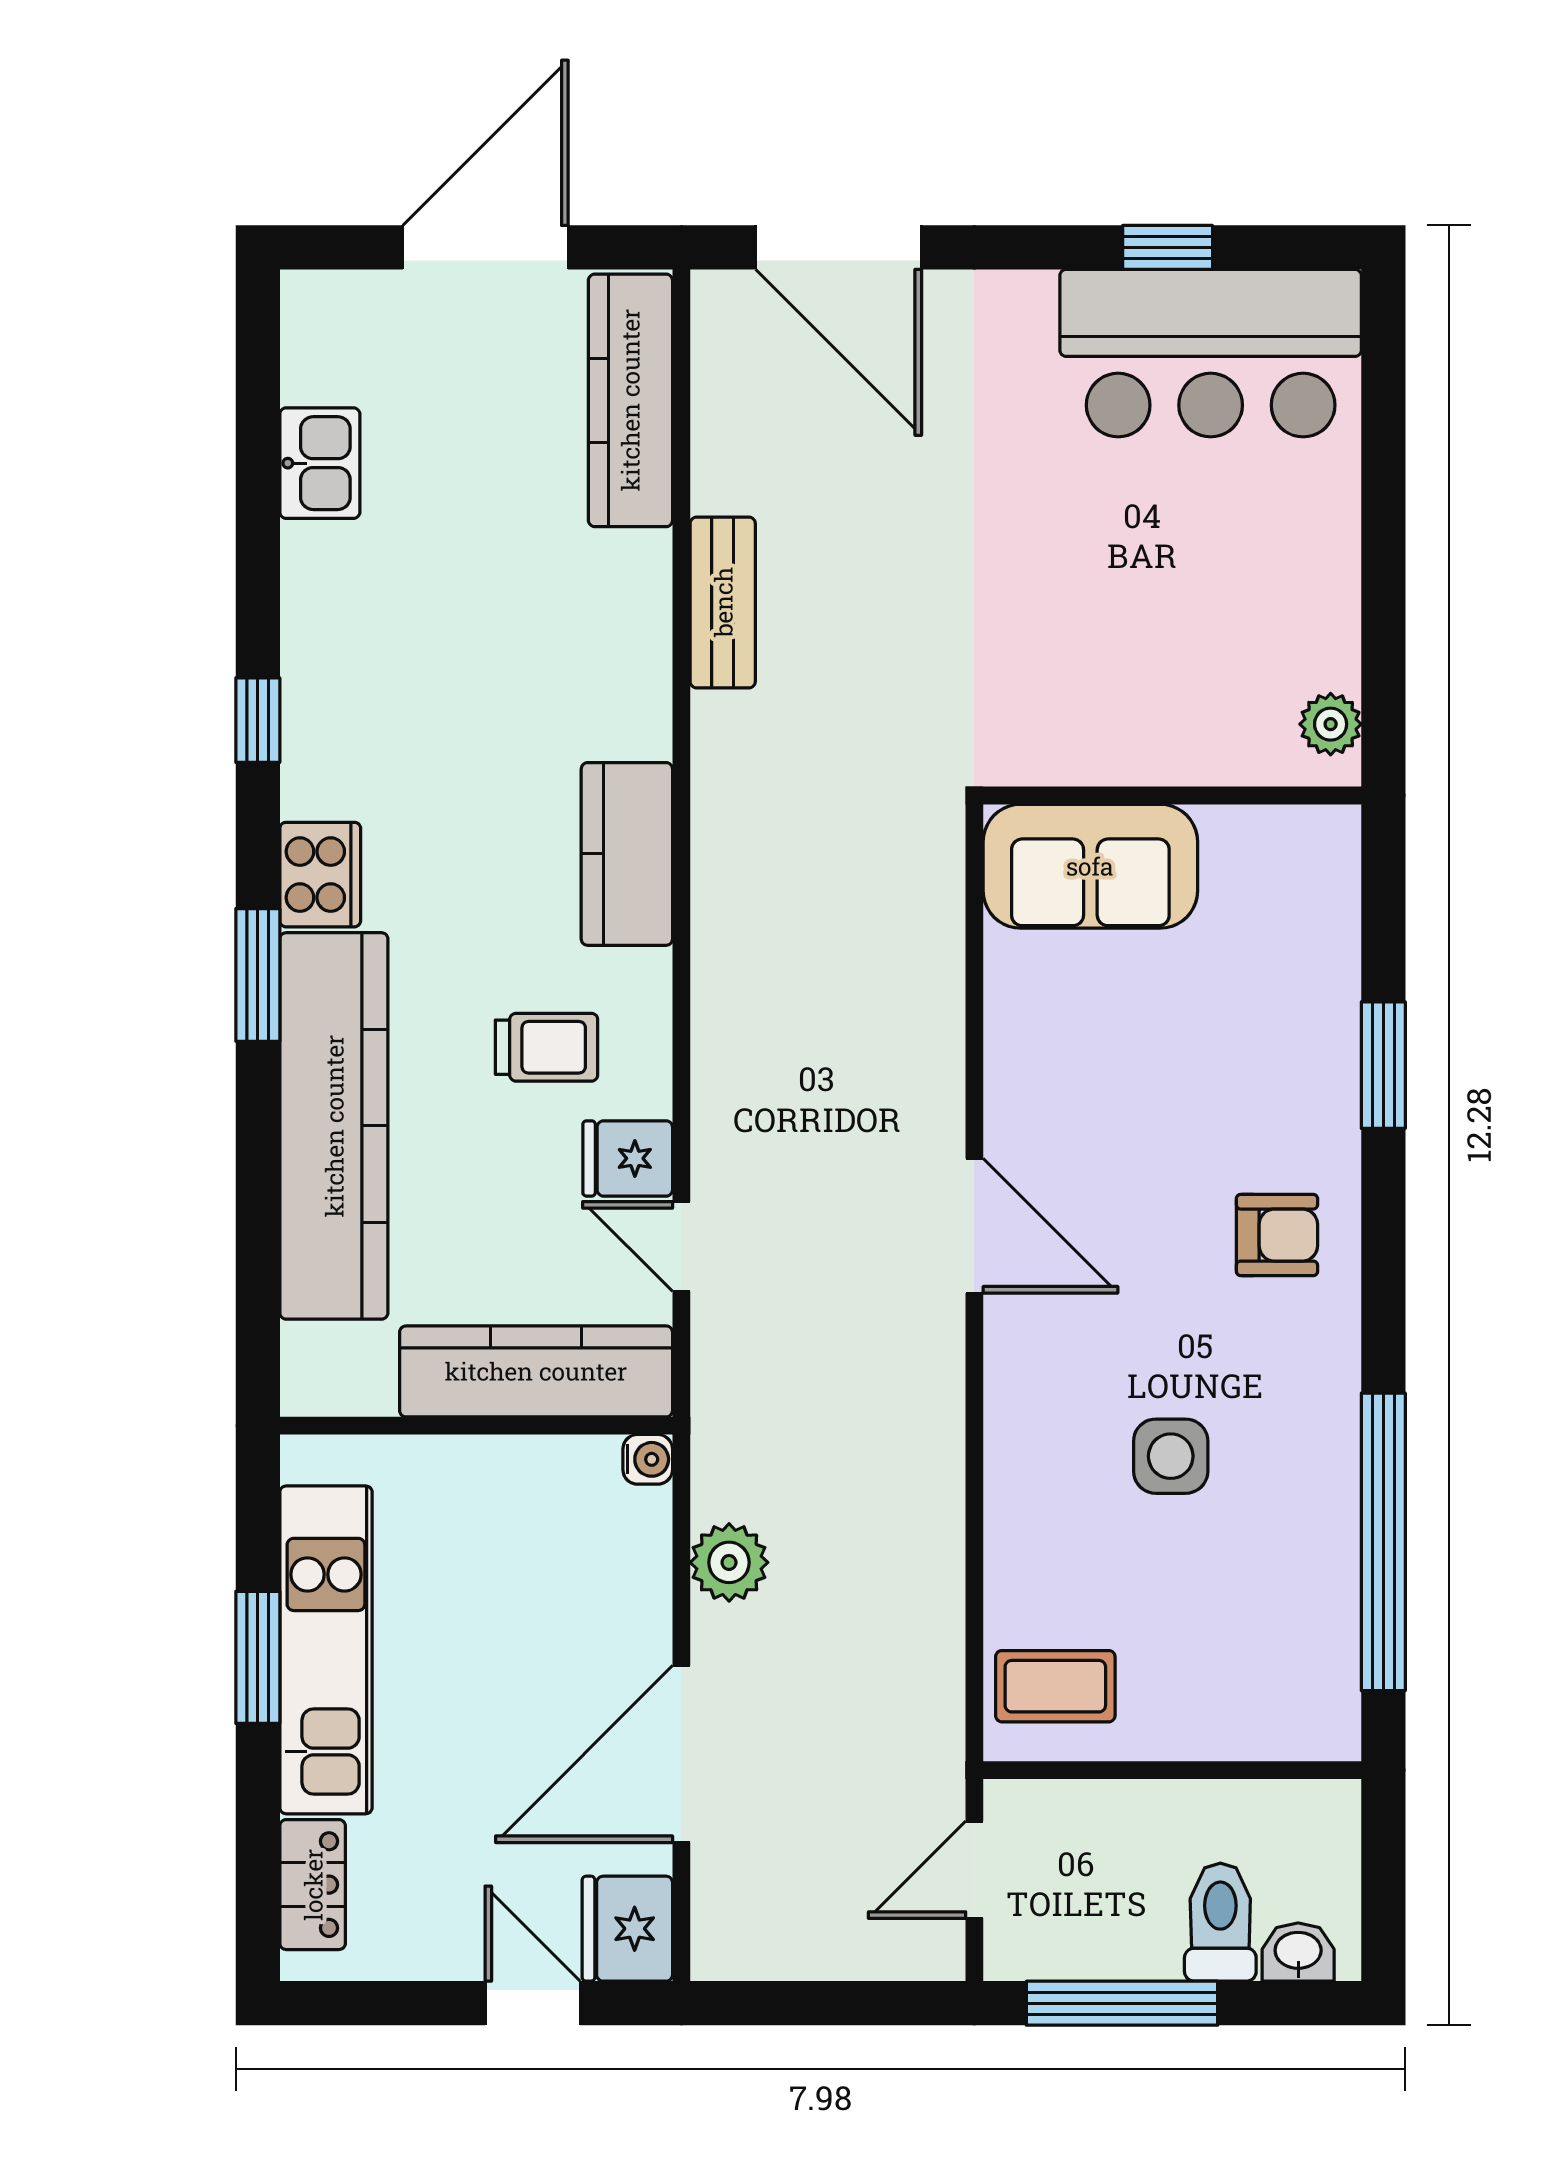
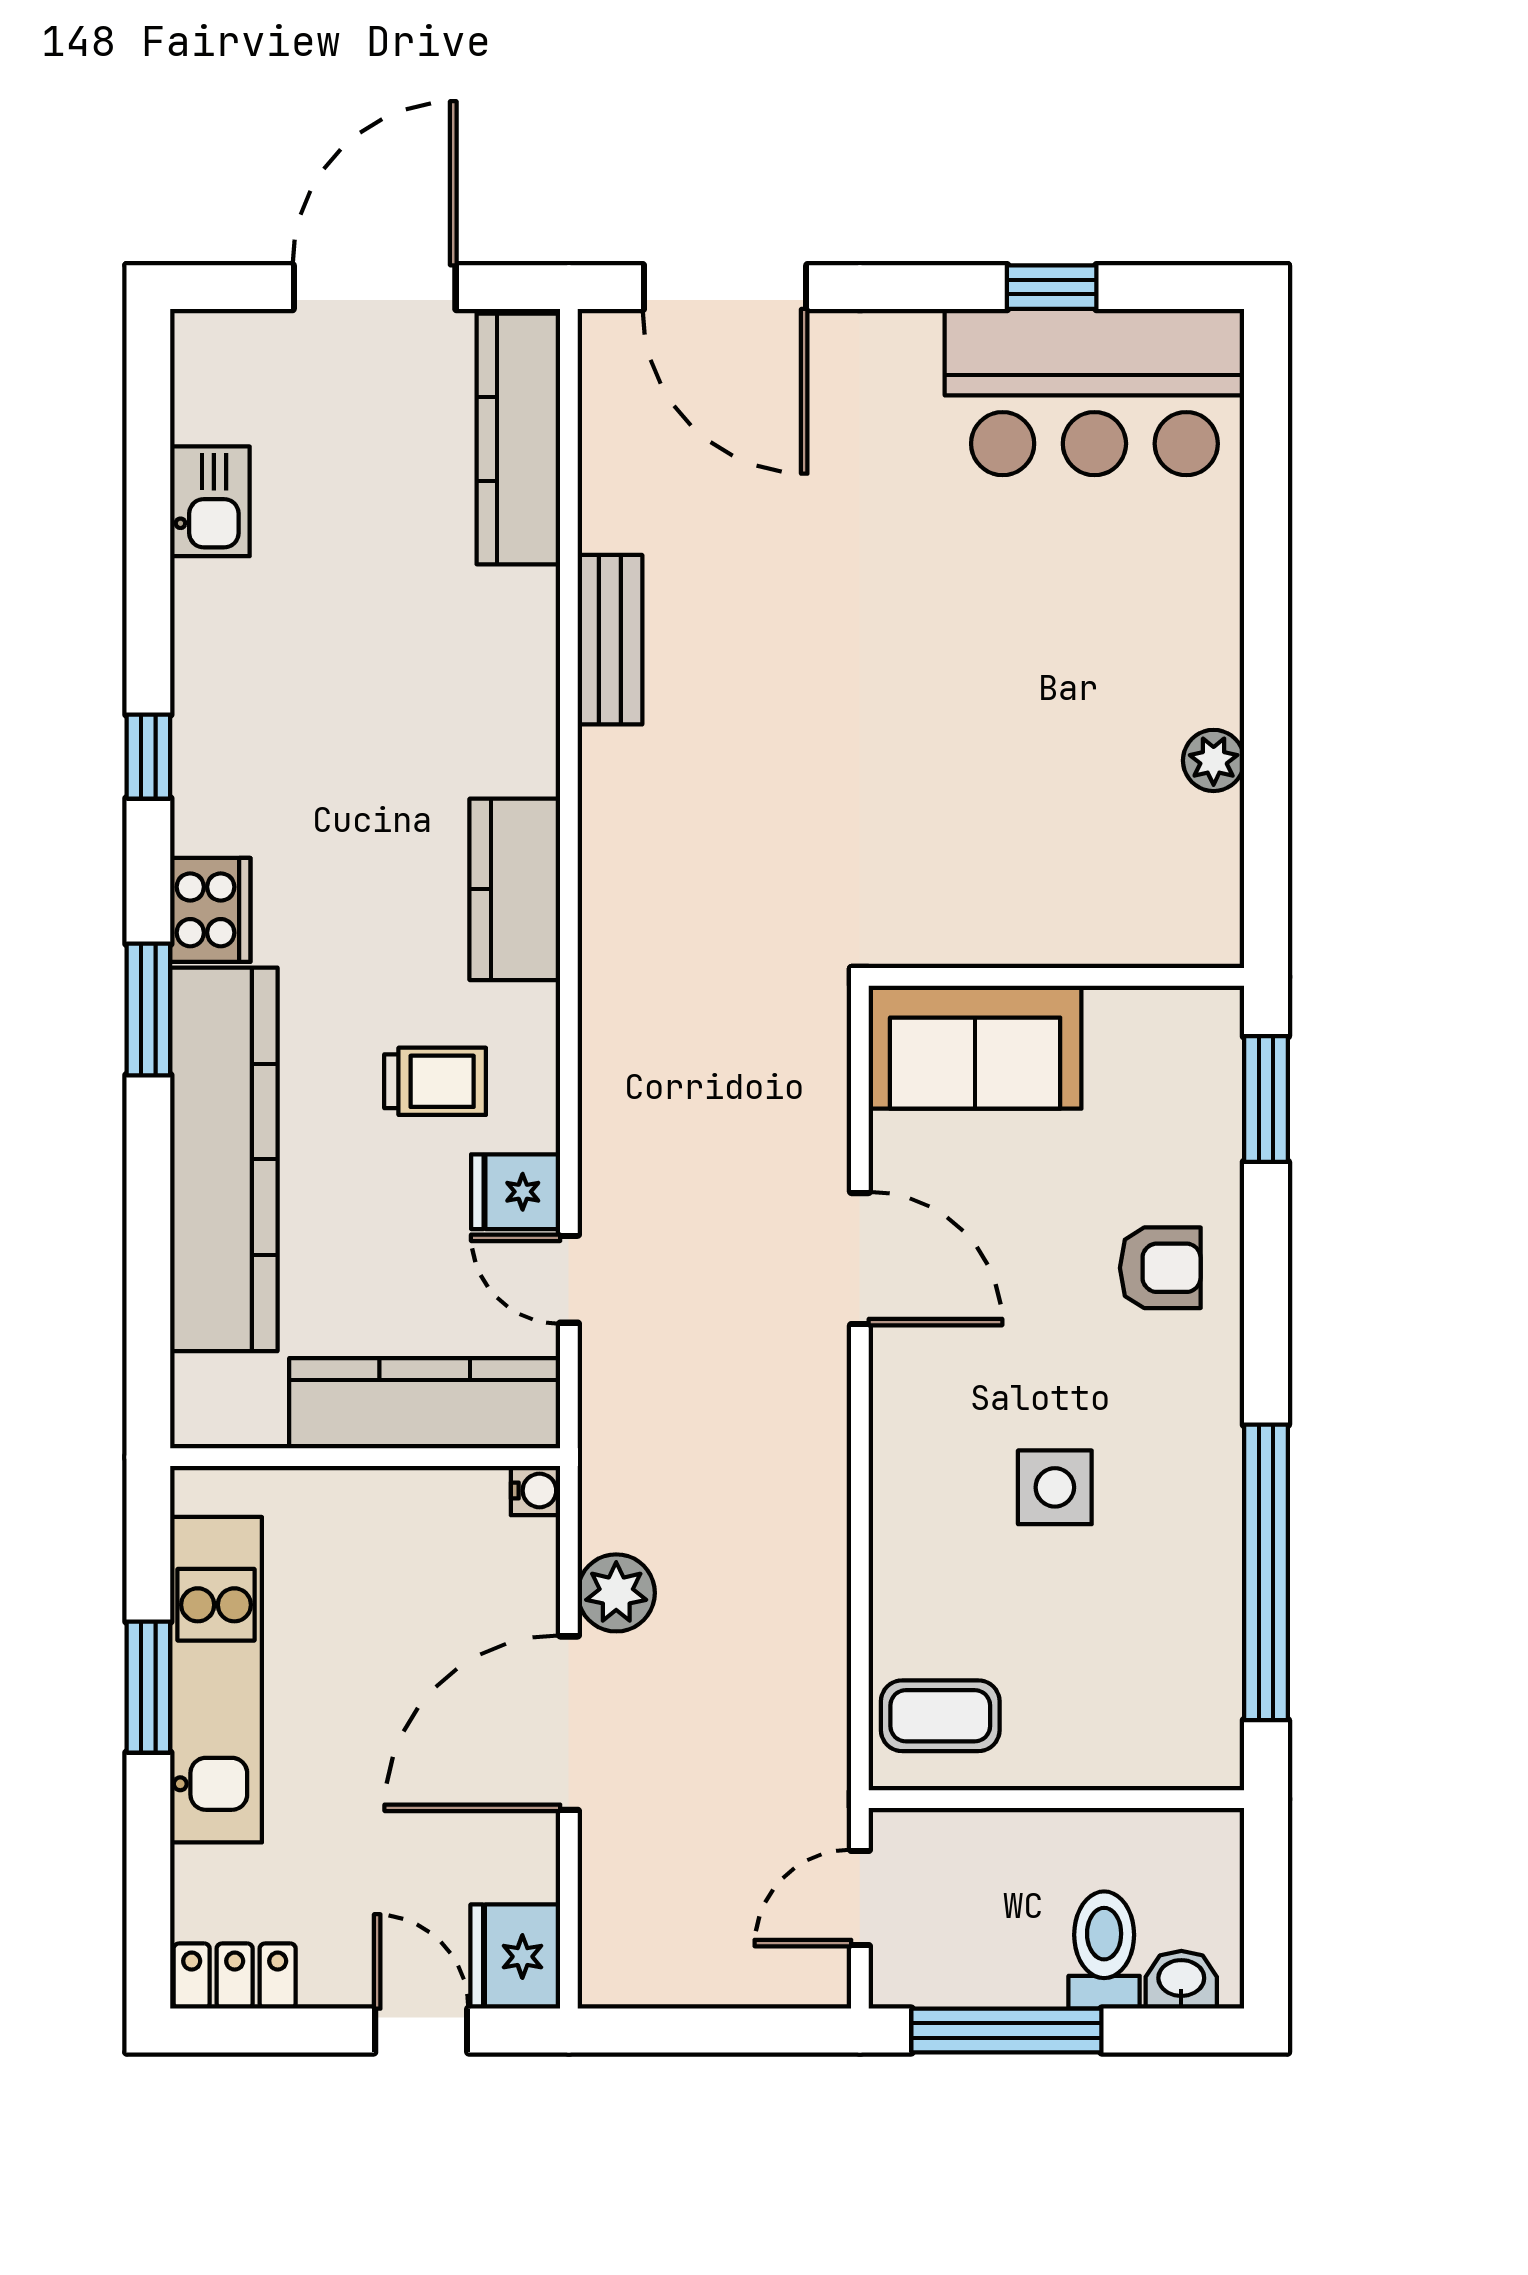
wall: (1172, 795) -> (1056, 977), moved
sofa: (1090, 866) -> (975, 1047), moved
door: (681, 1754) -> (569, 1723), moved
locker: (313, 1885) -> (235, 1976), moved, turned -90

